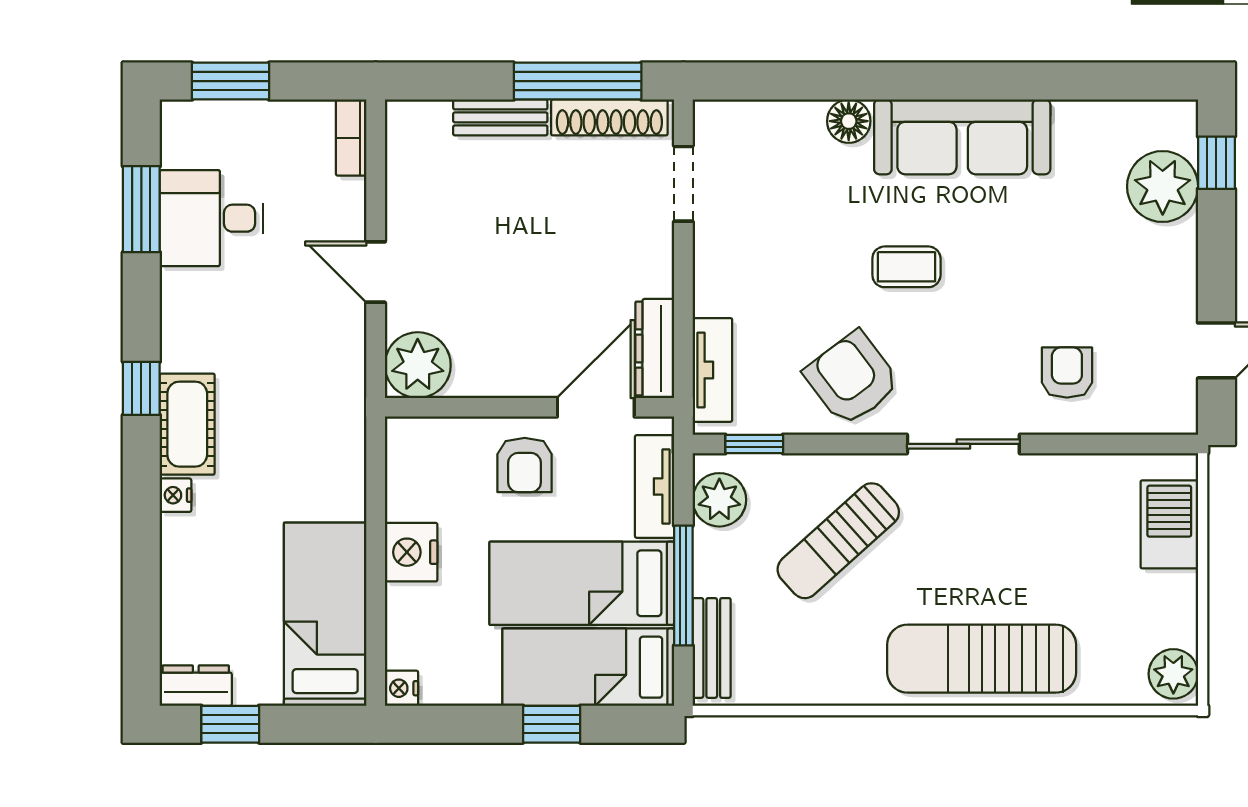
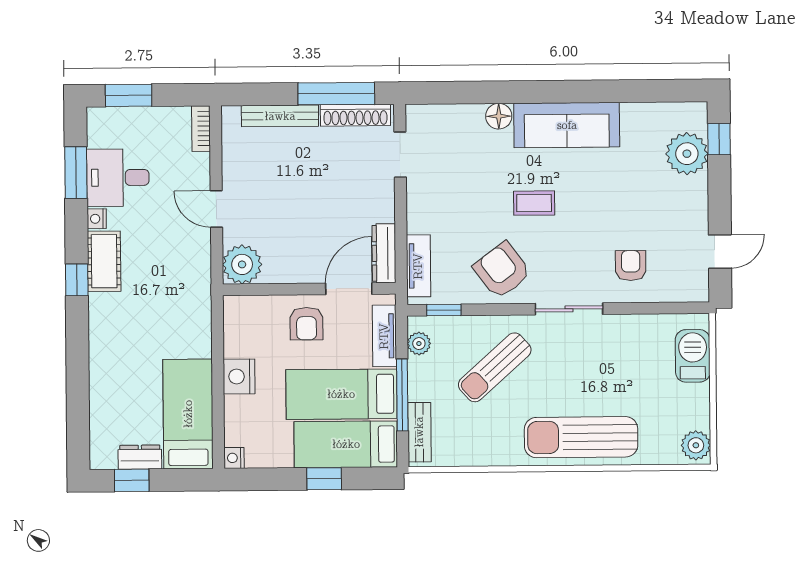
bench: (500, 117) -> (280, 116), width x1.36
cot: (187, 424) -> (104, 261), moved
nightstand: (175, 495) -> (97, 219), moved
plant: (719, 500) -> (419, 344), width x0.73, depth x0.73
dresser: (196, 686) -> (140, 457), moved

